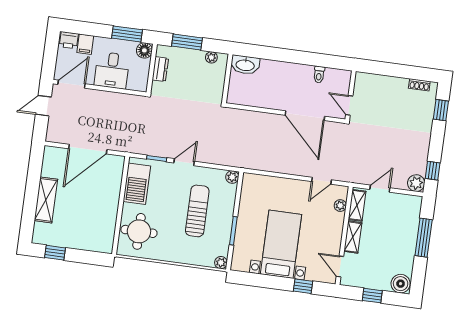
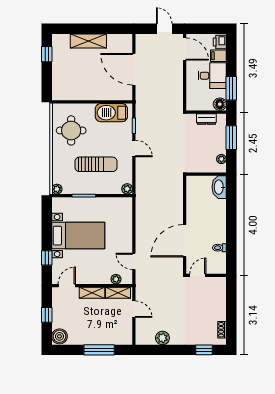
desk: (112, 70) -> (212, 76), moved, turned 180
window: (433, 171) -> (154, 350), removed
plant: (416, 183) -> (162, 338), moved
round table: (139, 231) -> (71, 130), moved

